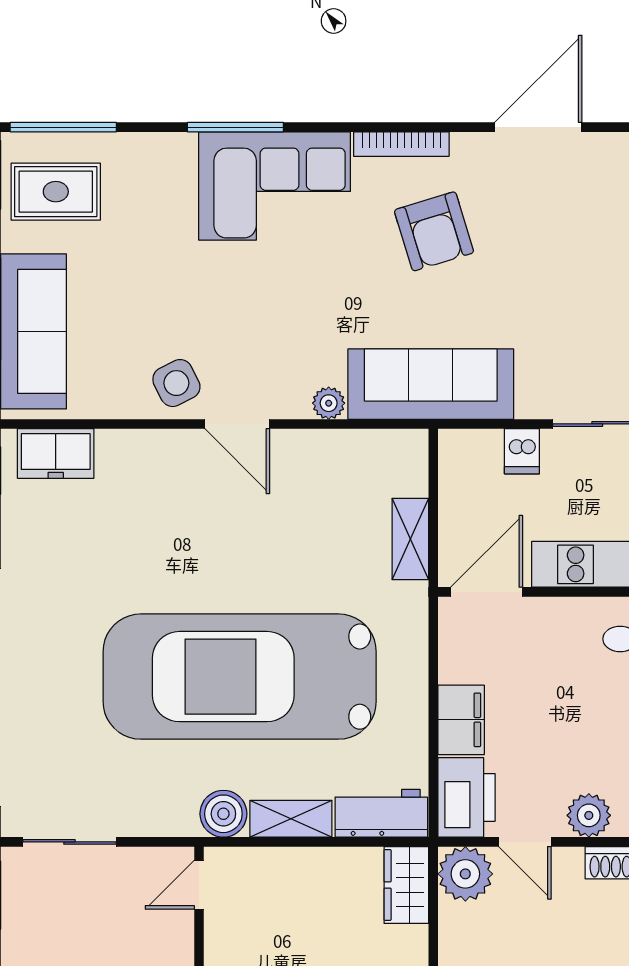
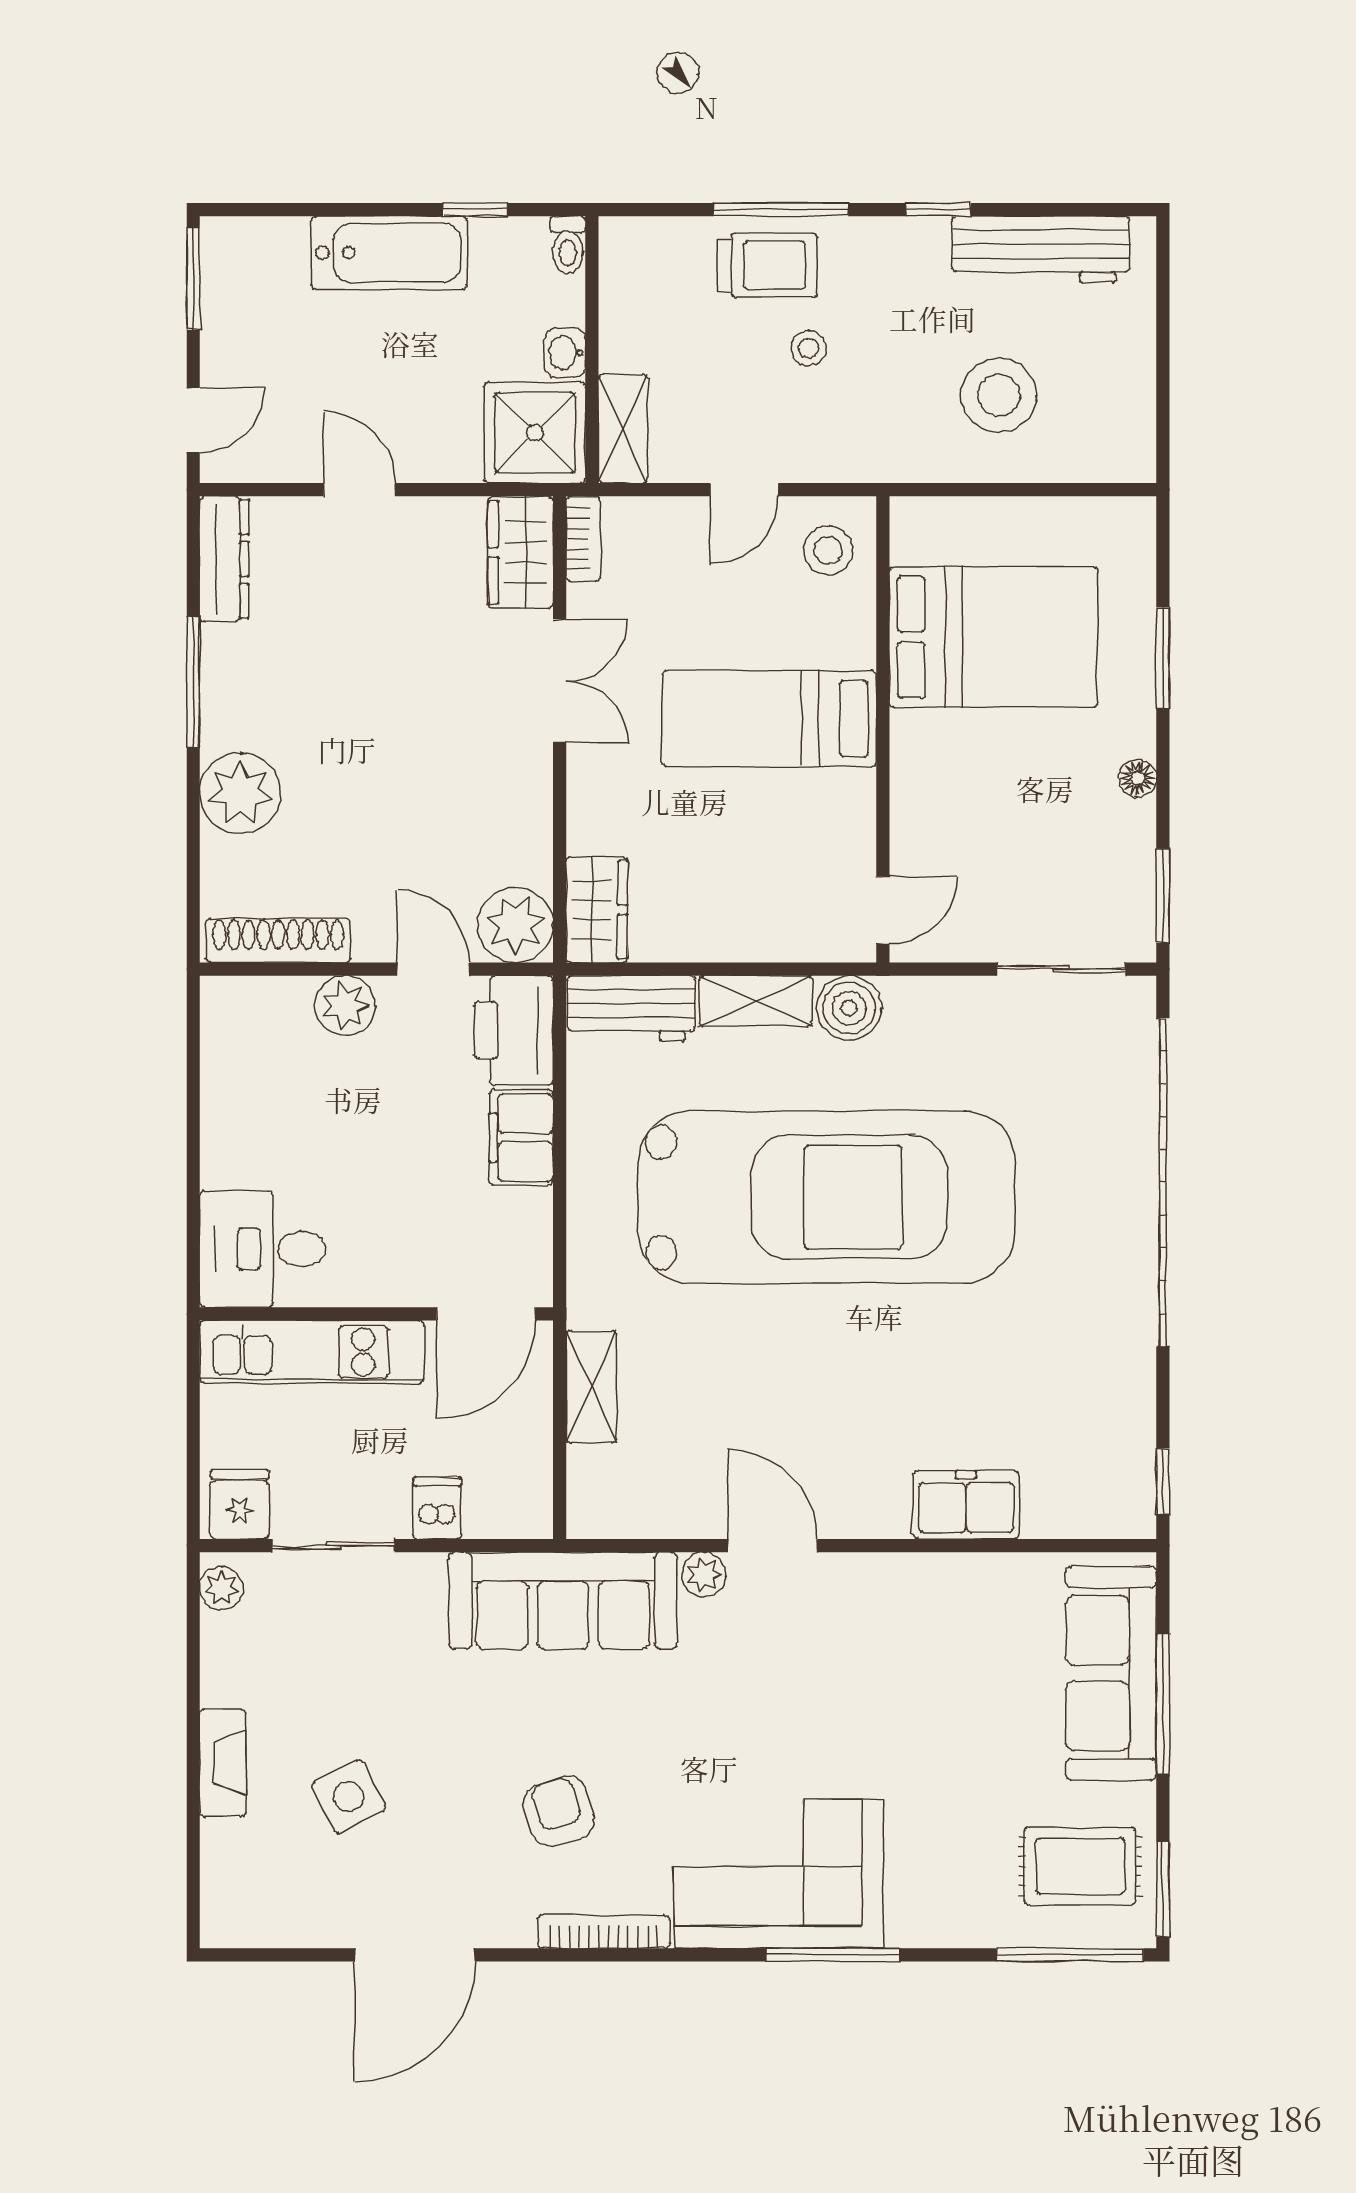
armchair: (434, 231) -> (559, 1811), width x0.72, depth x0.72
side table: (176, 383) -> (348, 1796), moved
door: (237, 424) -> (773, 1546), moved
freezer: (56, 454) -> (966, 1505), moved

